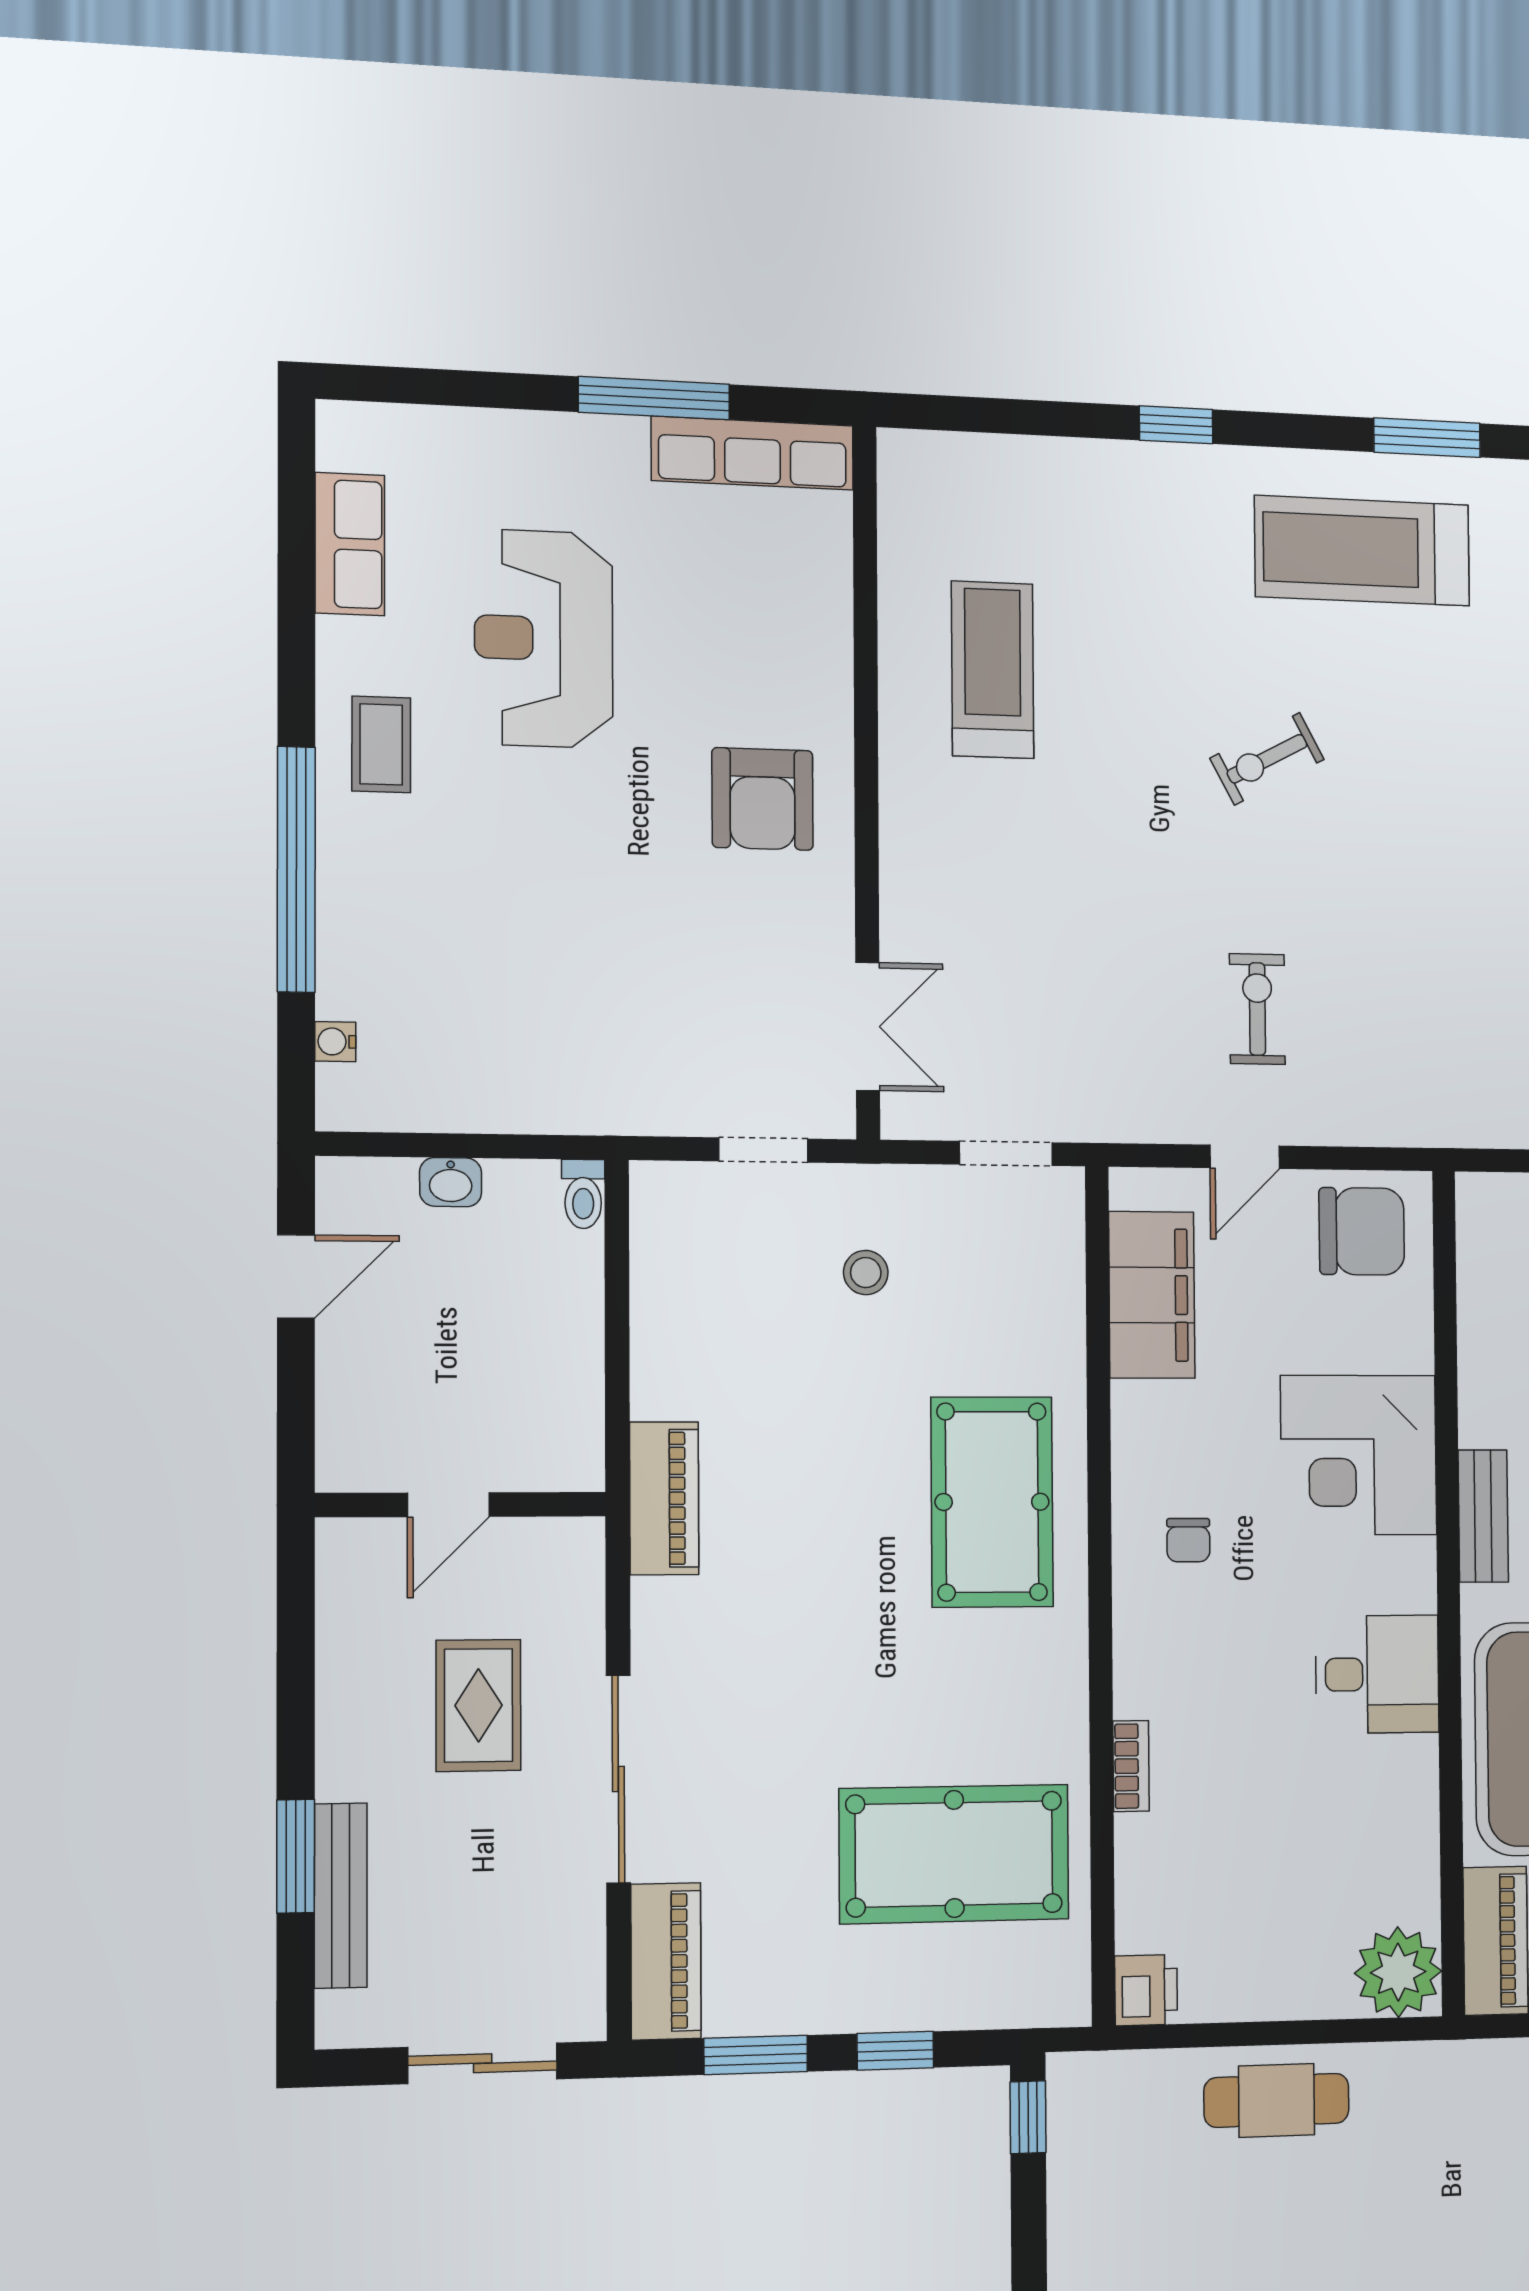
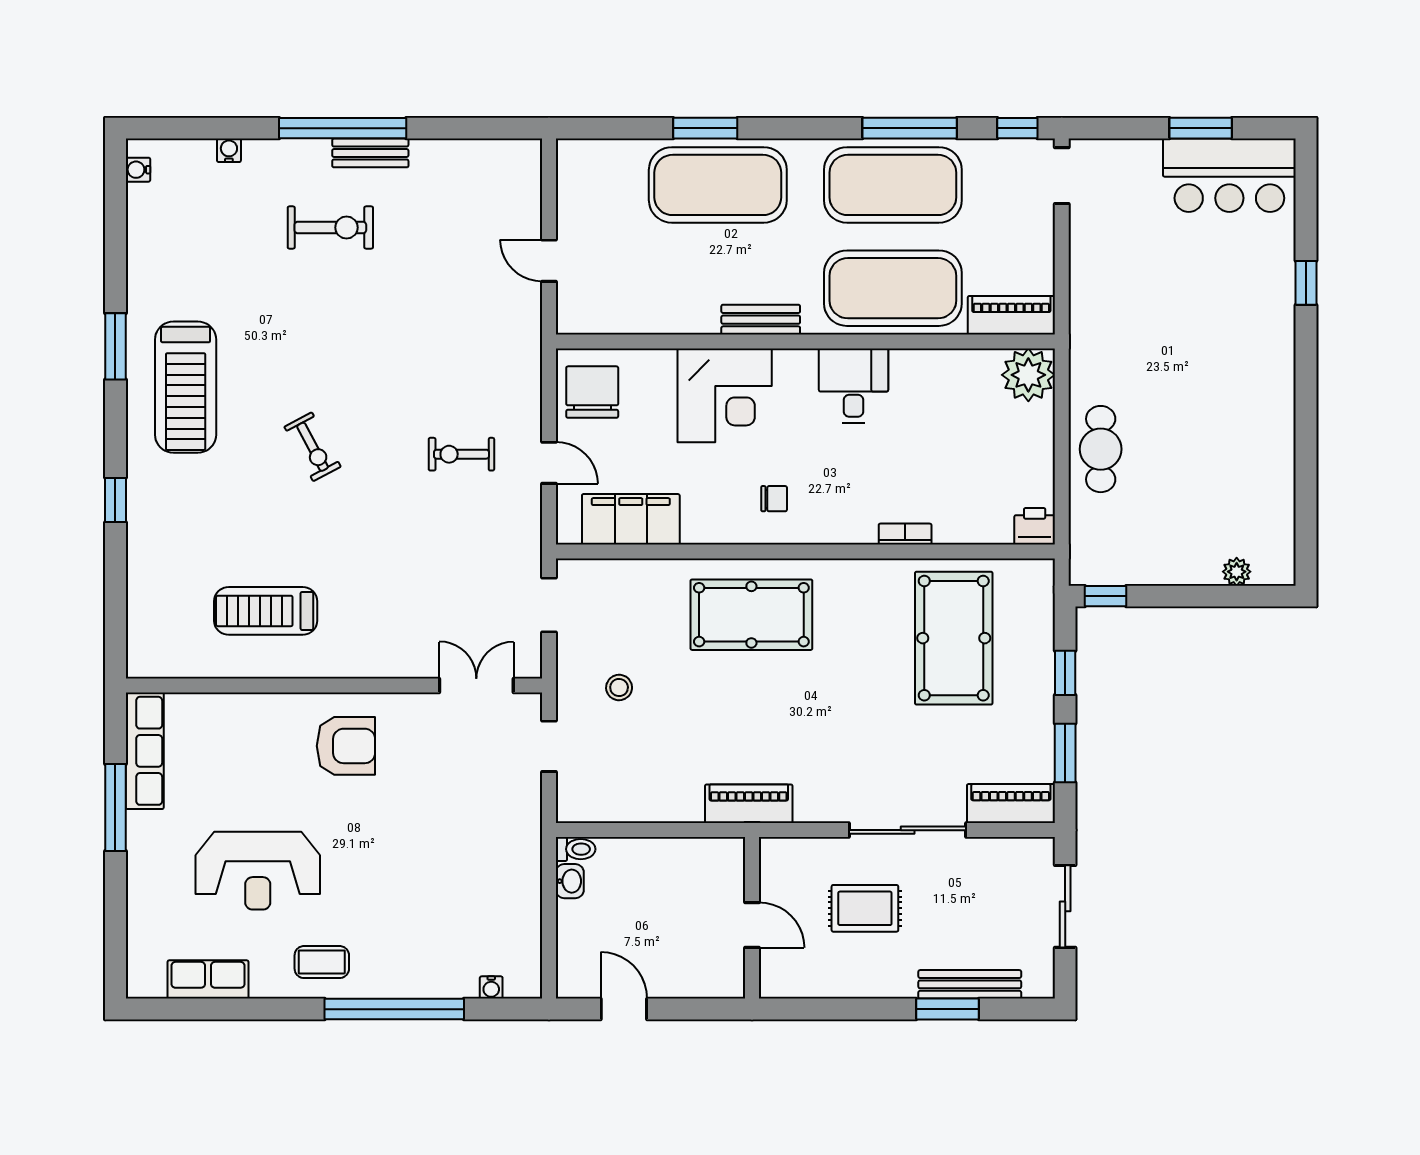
washbasin: (451, 1182) -> (570, 881), moved

